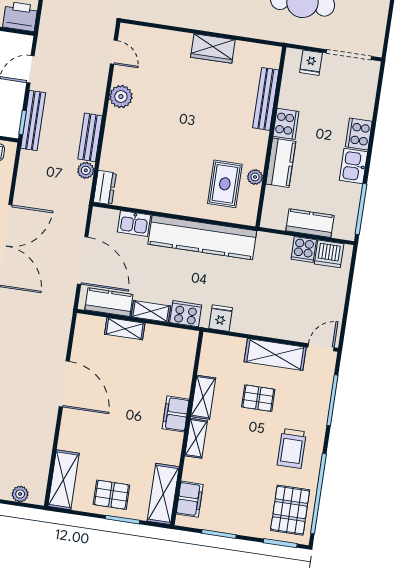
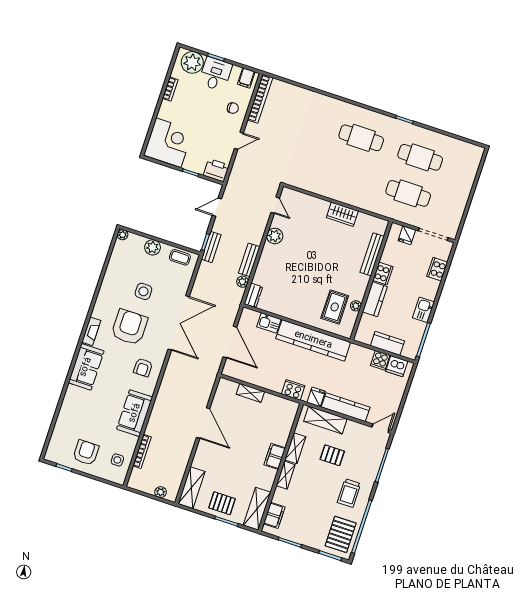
bench: (33, 121) -> (211, 247), width x0.73
cooker: (359, 134) -> (437, 269), moved
kitchen counter: (109, 302) -> (346, 407), moved, width x1.50
shelving: (151, 311) -> (270, 384), removed
shelving: (275, 354) -> (325, 420), moved

